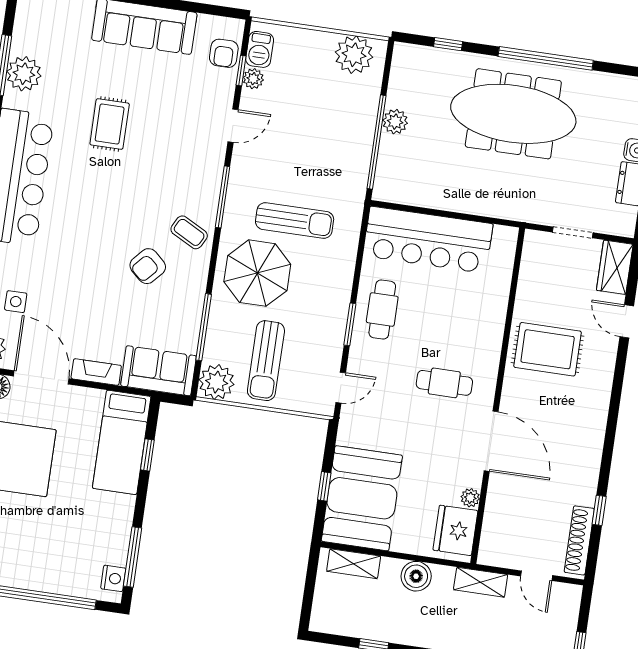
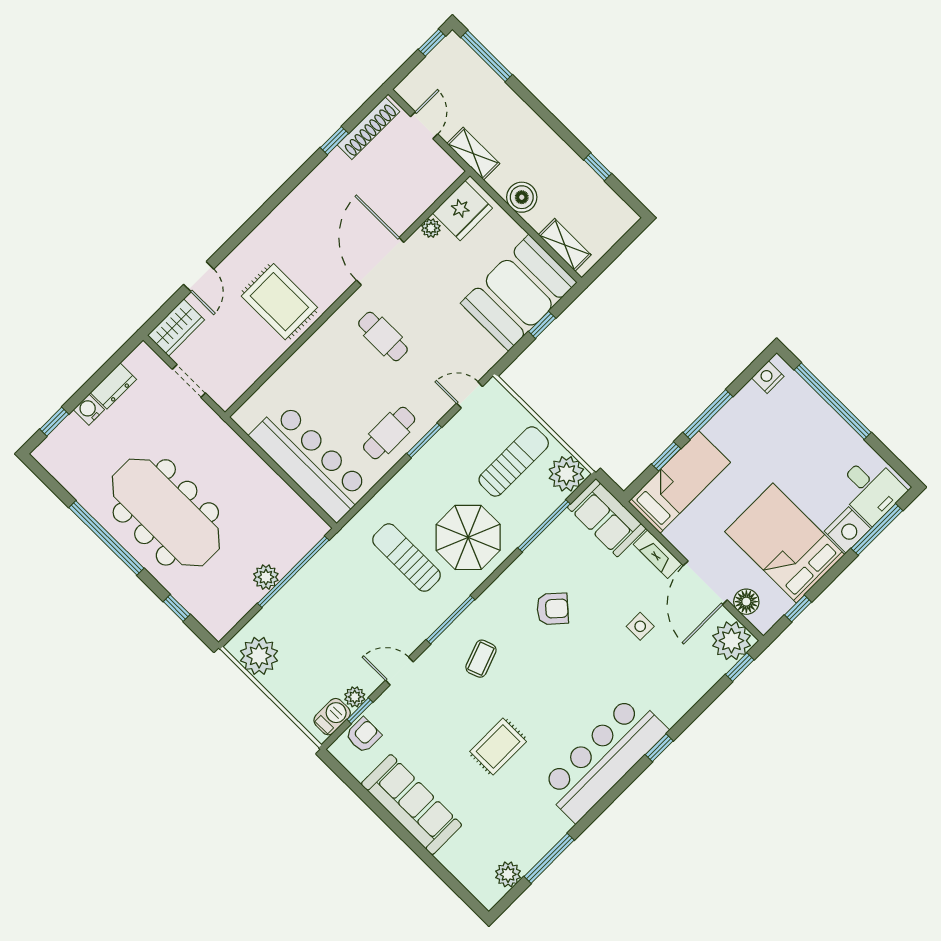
plant: (24, 74) -> (508, 874), moved, width x0.73, depth x0.73
coffee table: (189, 232) -> (481, 659), moved, turned 42
side table: (16, 302) -> (640, 626), moved
window: (133, 557) -> (708, 414), moved

